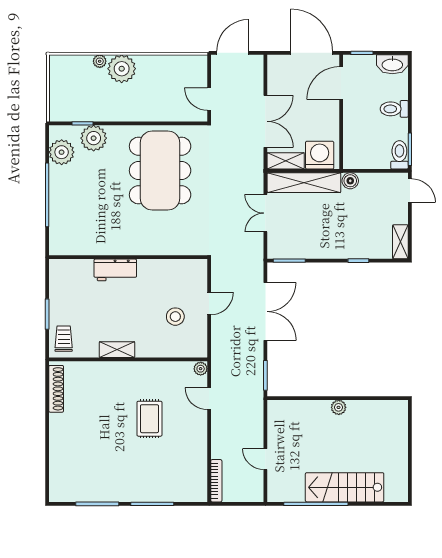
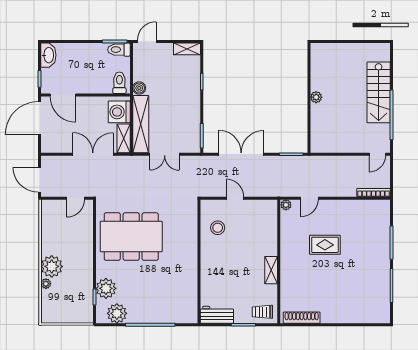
toilet: (394, 109) -> (119, 83), moved, turned 180
workbench: (115, 270) -> (217, 315), moved, turned -90
stool: (175, 317) -> (218, 228), moved
door: (265, 459) -> (377, 154), moved

